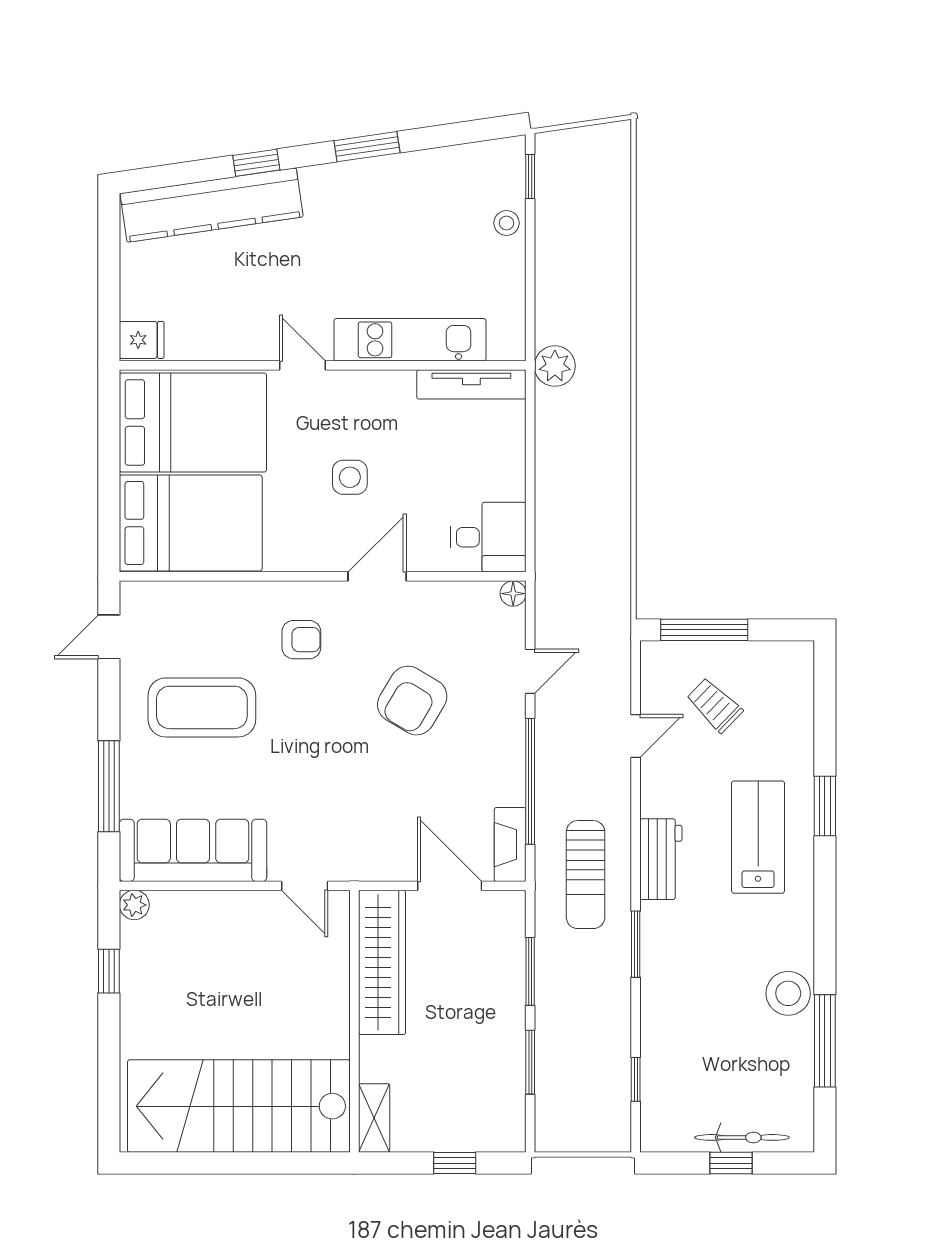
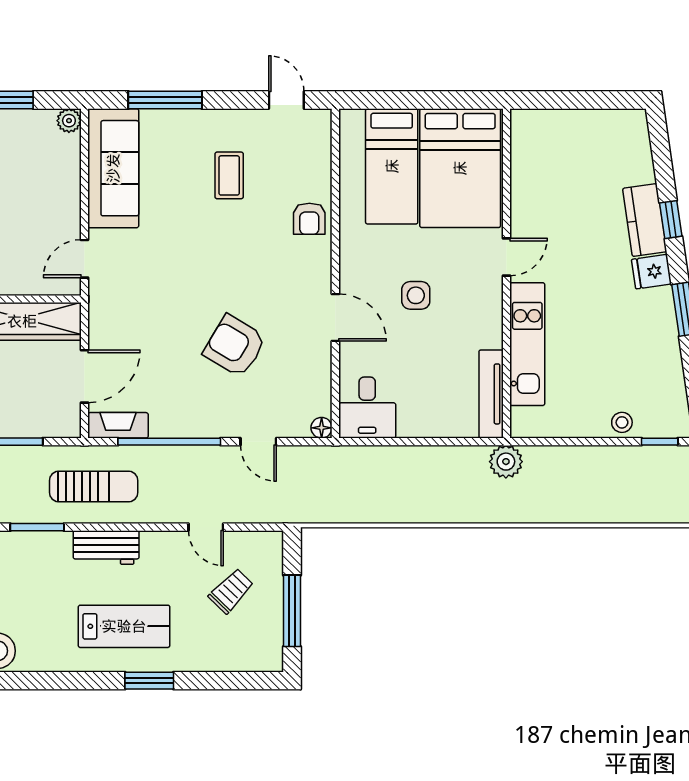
kitchen counter: (212, 205) -> (645, 220), width x0.48, depth x0.86
fridge: (142, 340) -> (651, 272), moved, turned 82
bed: (191, 523) -> (392, 166), width x0.67
window: (704, 630) -> (292, 611), moved
armchair: (301, 640) -> (309, 219), moved
coffee table: (202, 707) -> (229, 175), width x0.54, depth x0.58
sun lounger: (586, 875) -> (94, 487), turned 180

